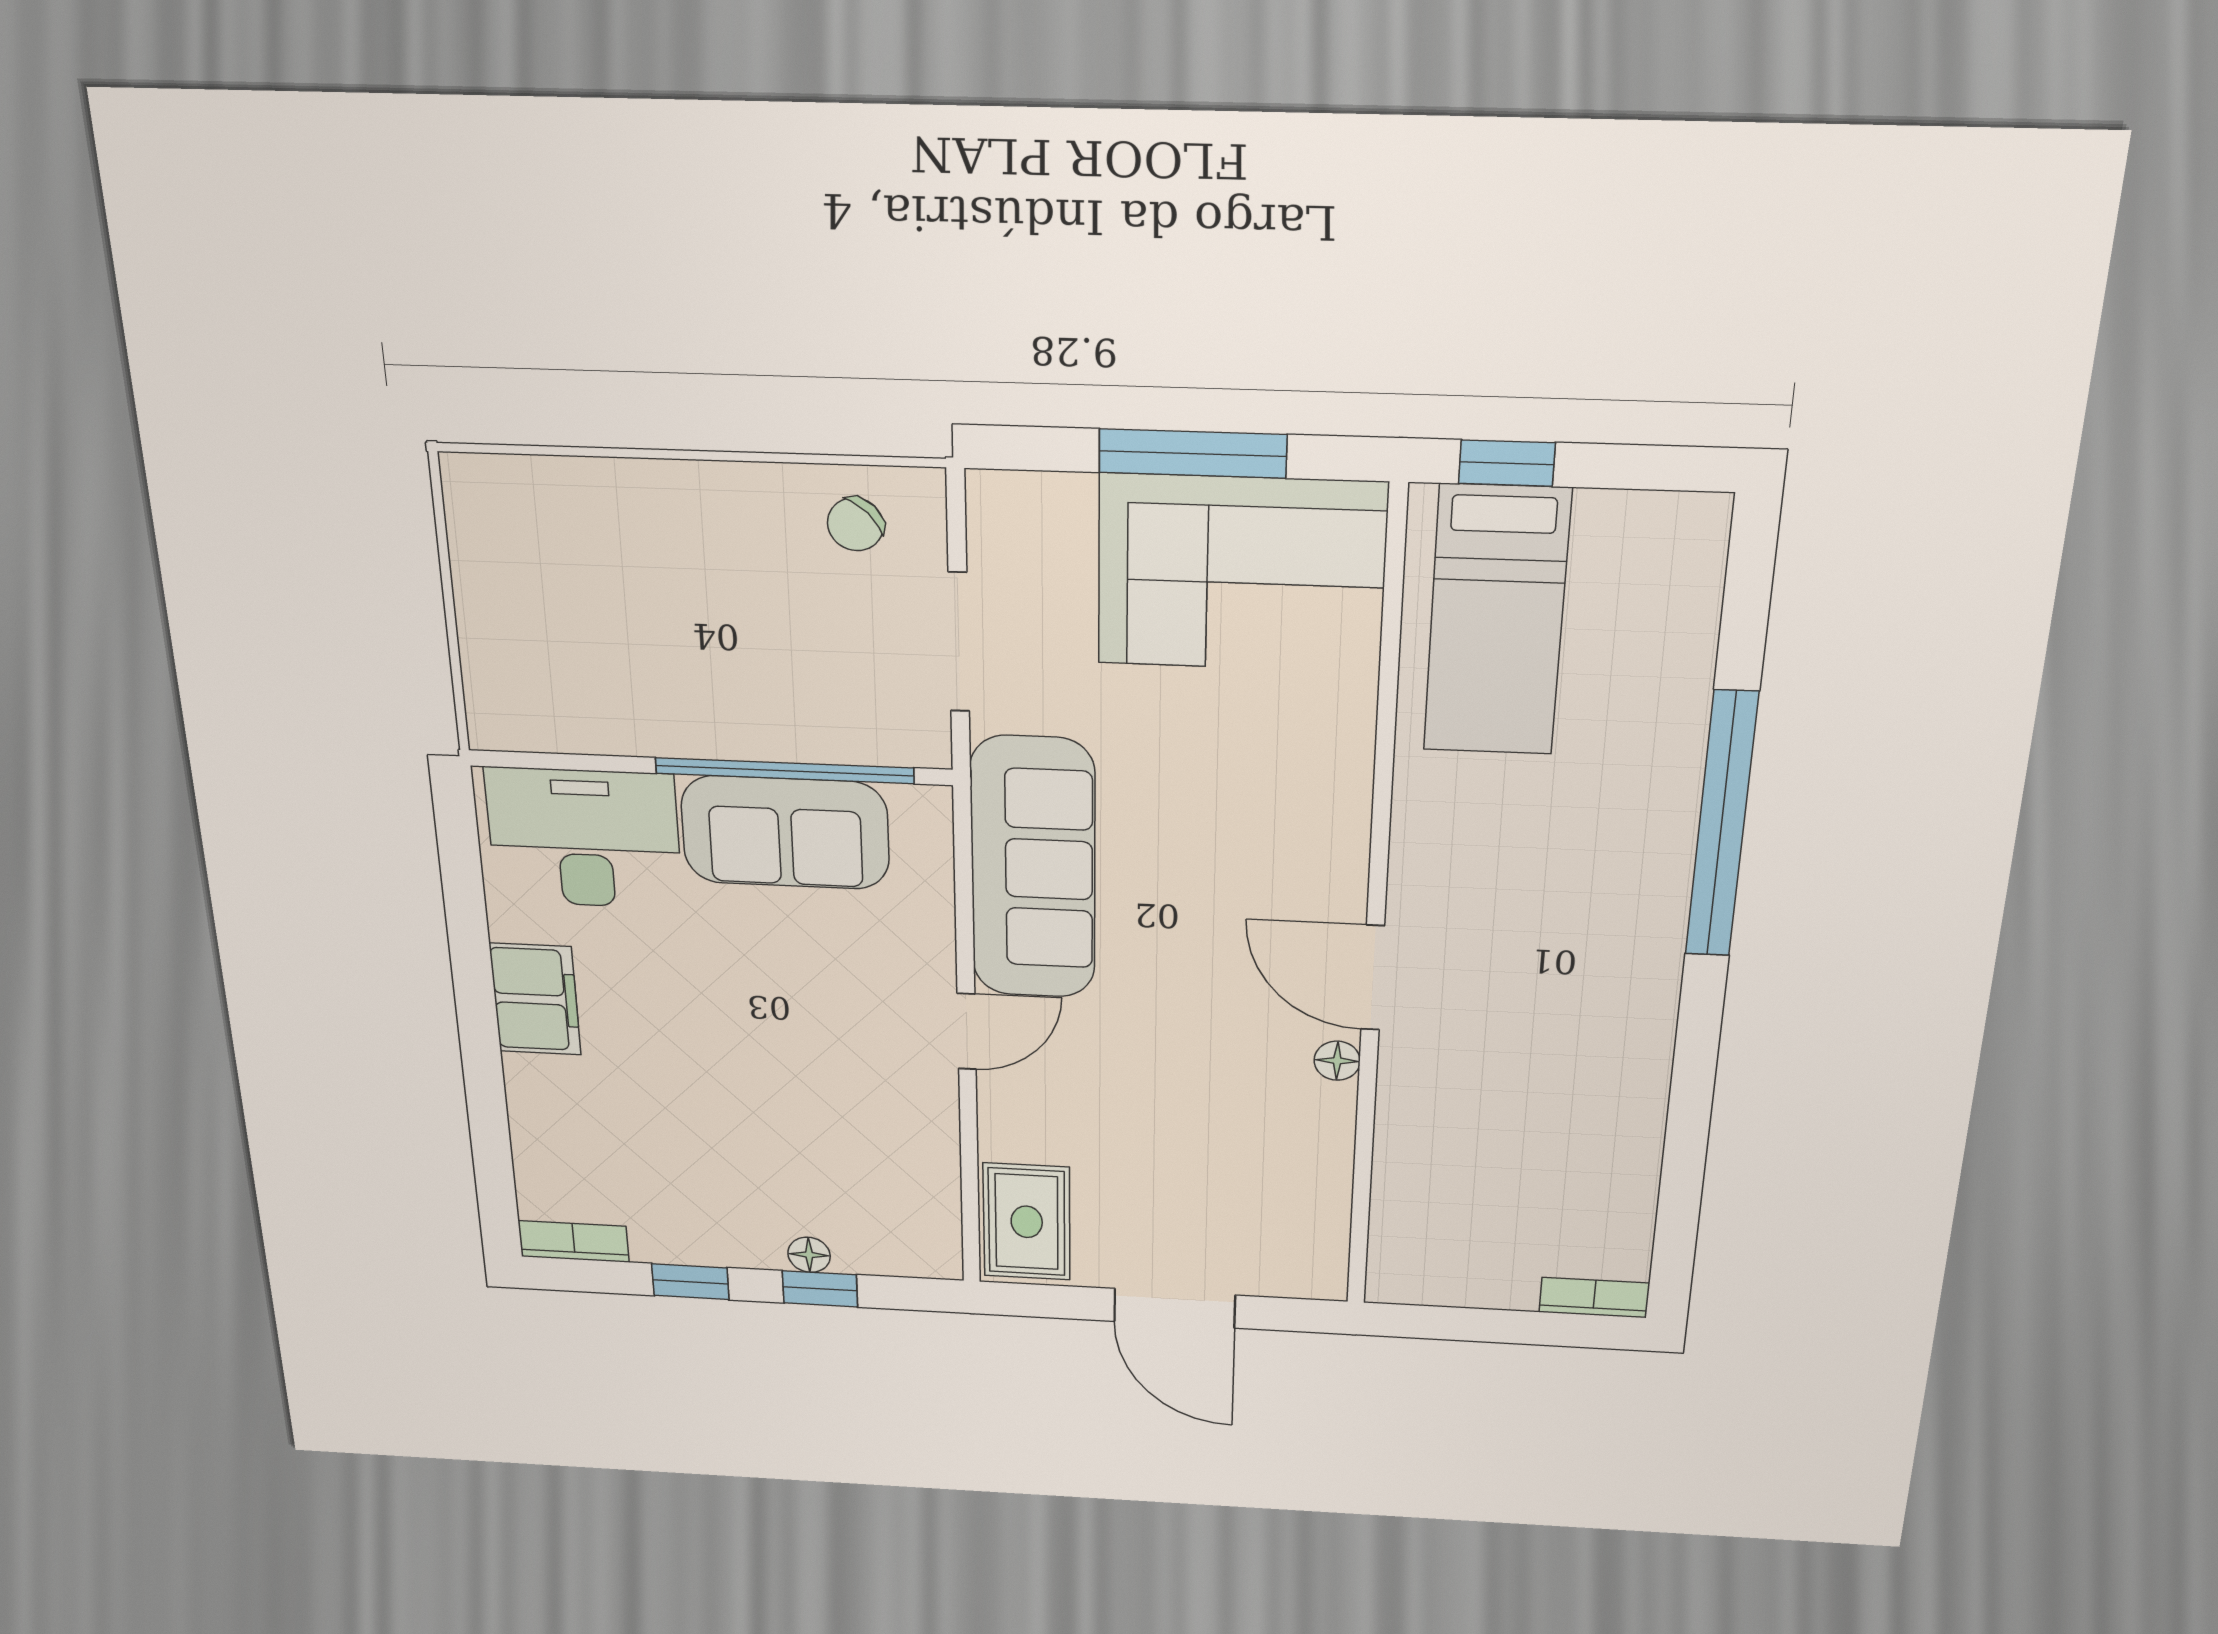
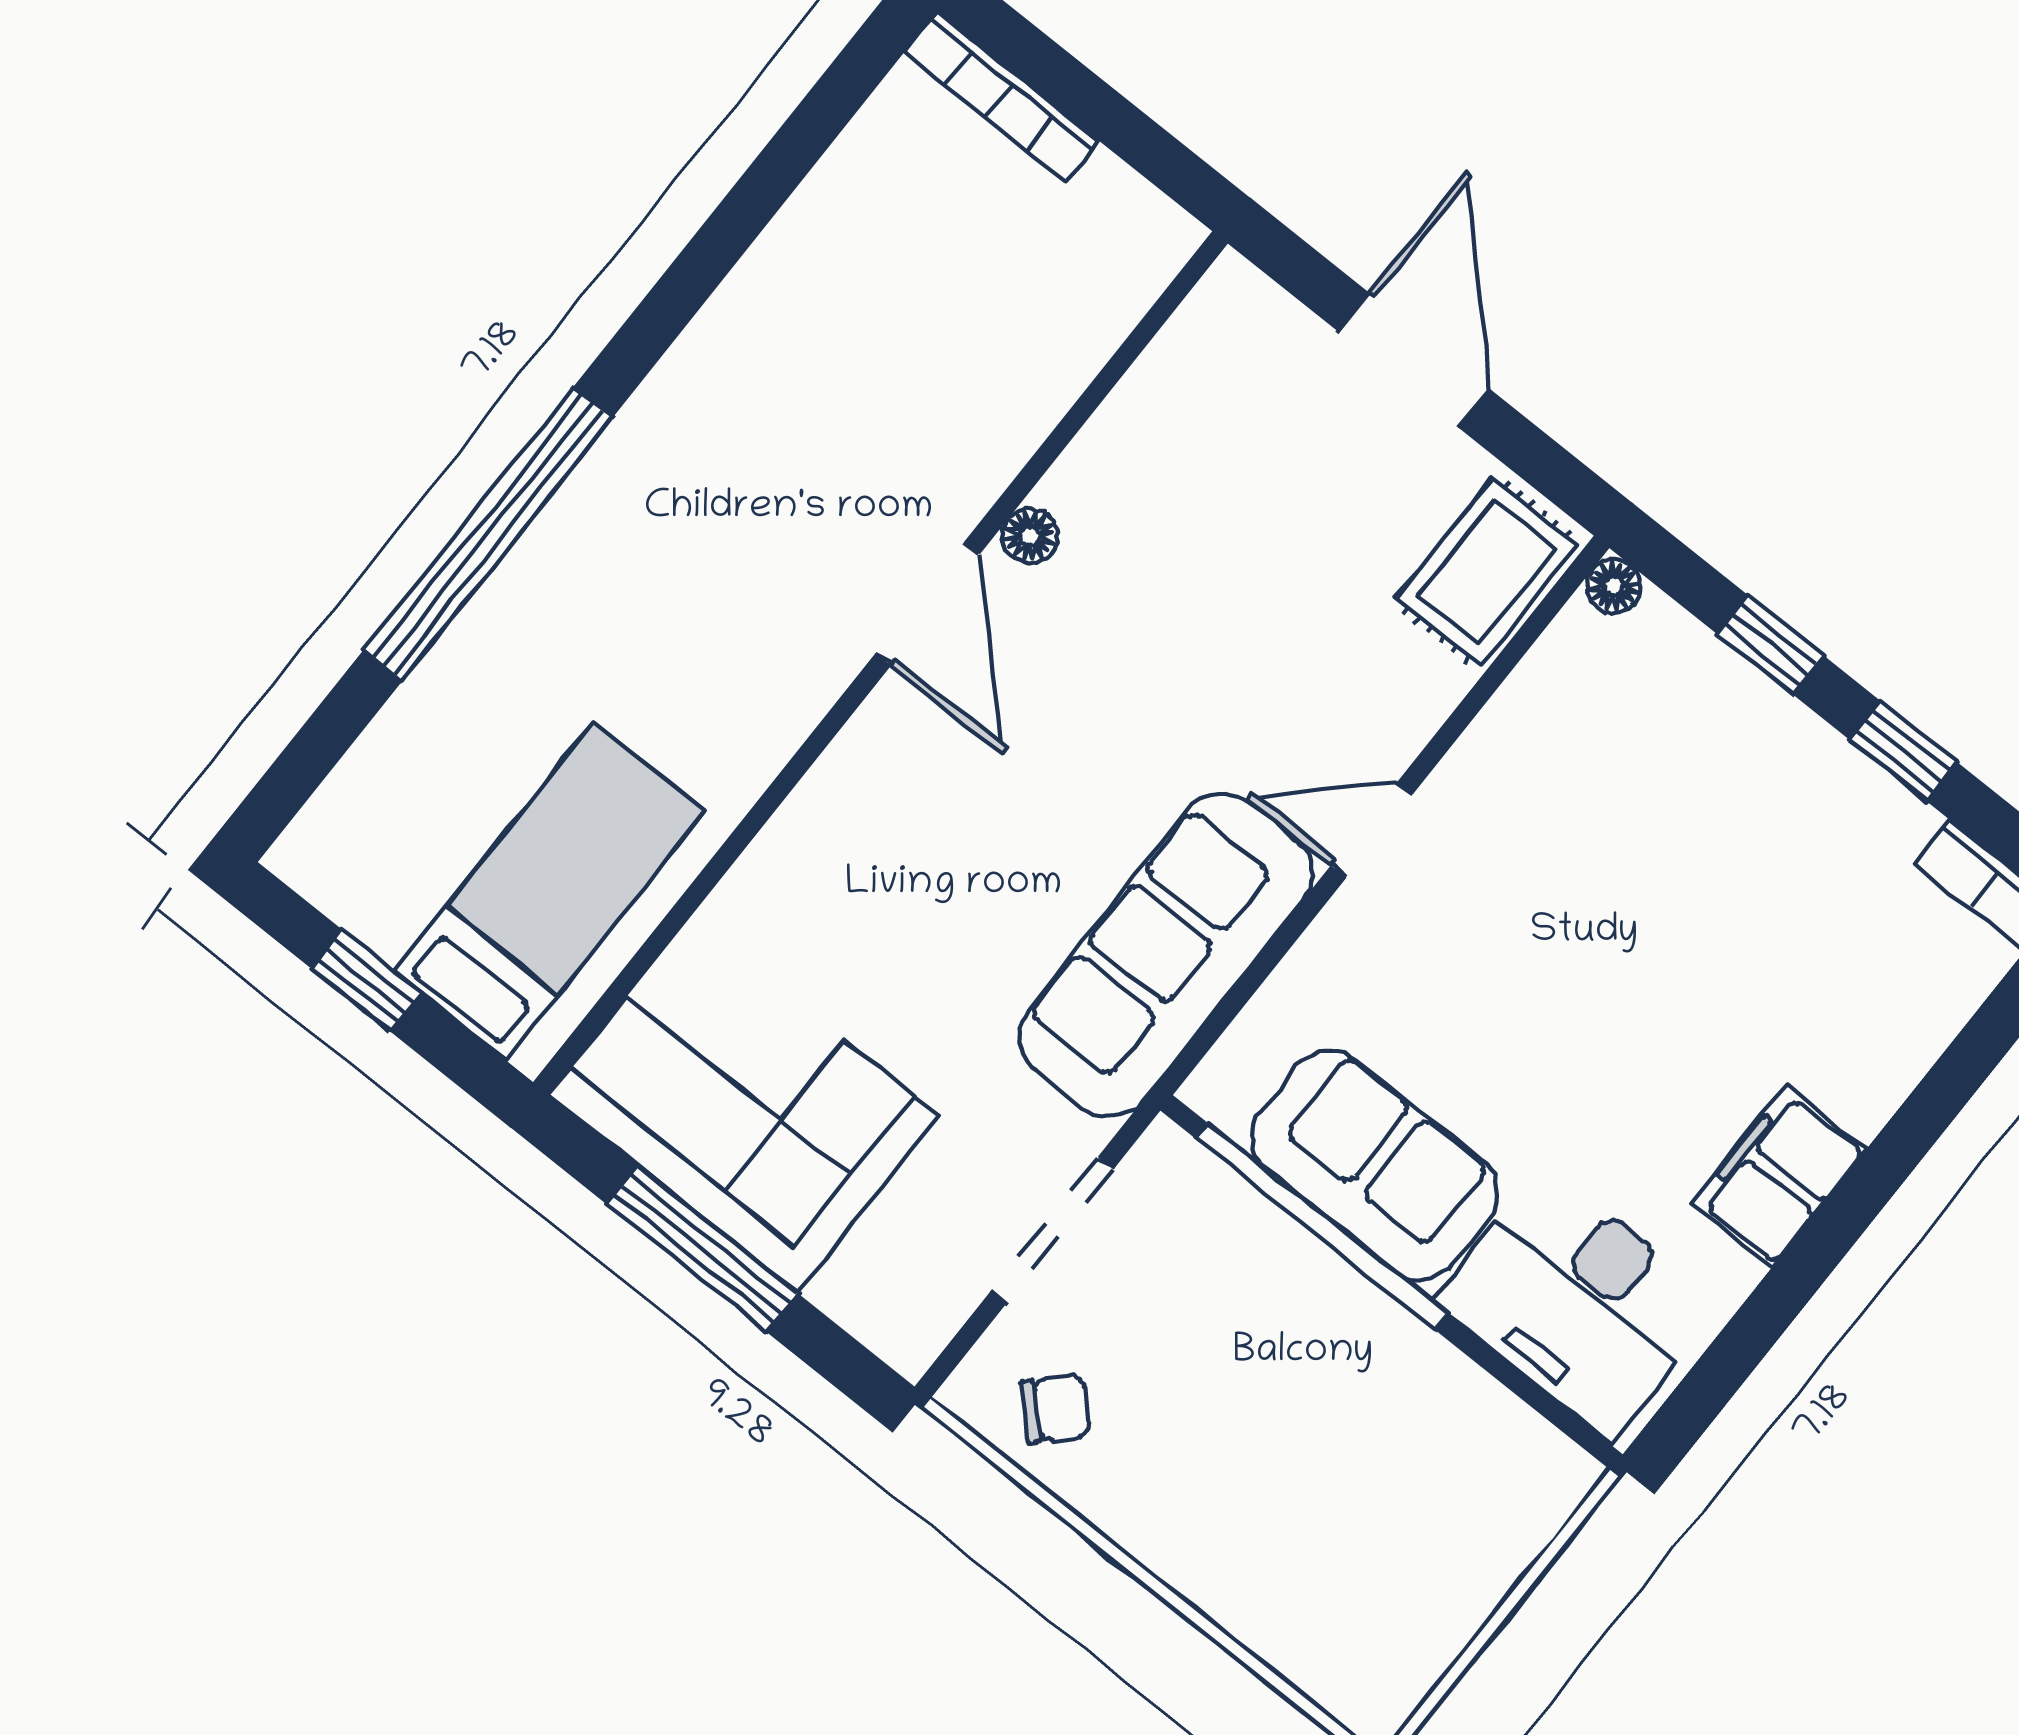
window: (1507, 463) -> (366, 980), moved
floor lamp: (809, 1255) -> (1614, 586), moved
bookcase: (1594, 1298) -> (1001, 97), width x1.56

